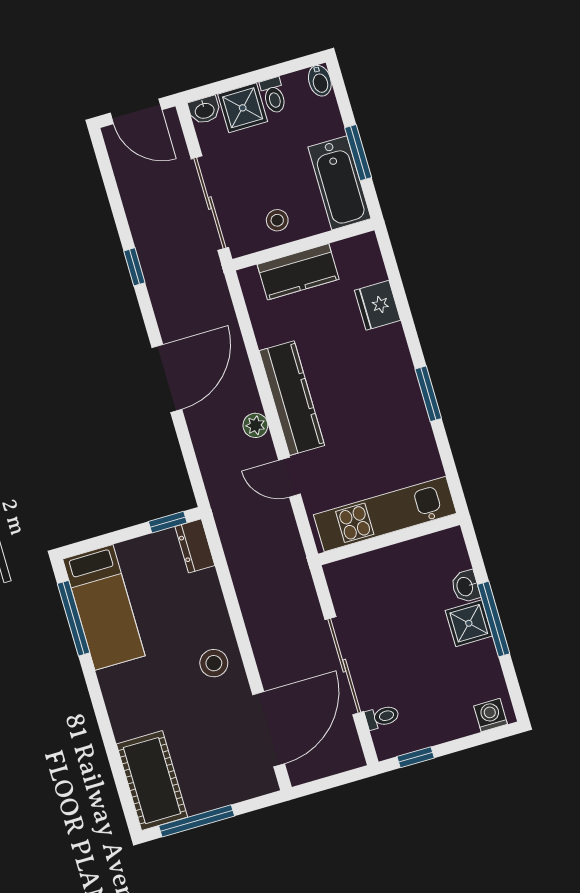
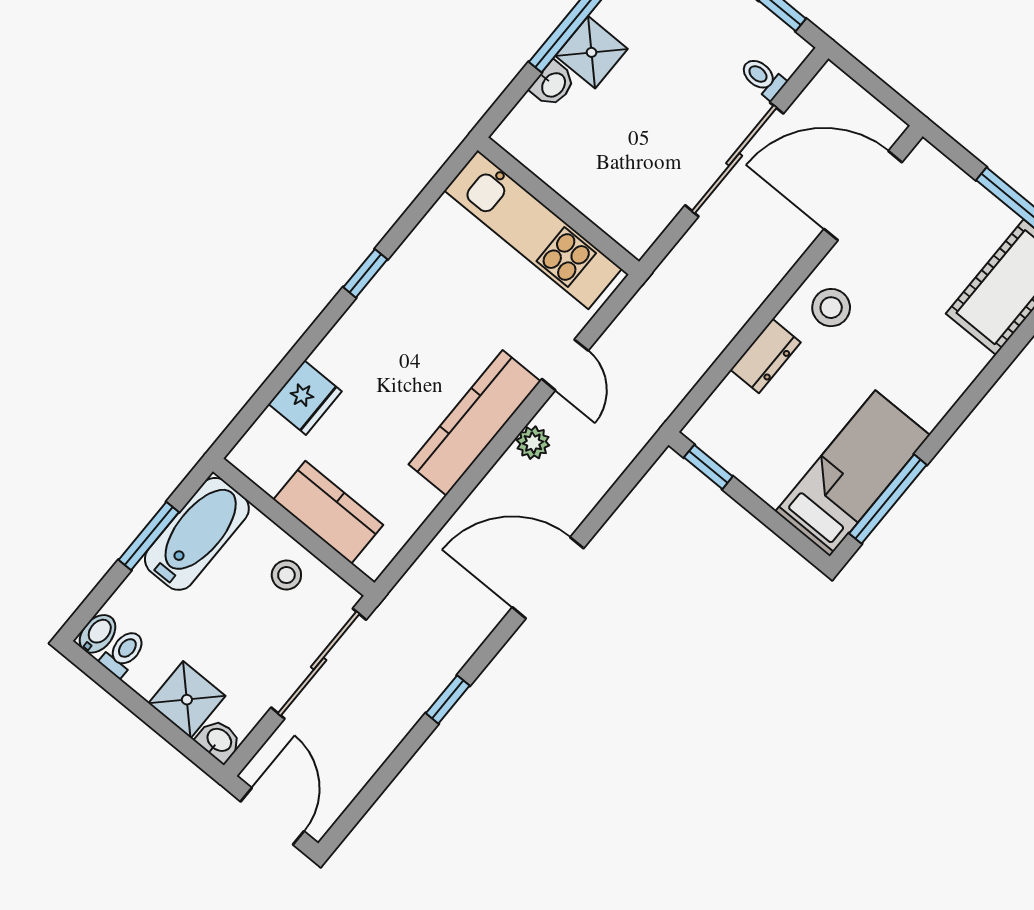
toilet: (274, 95) -> (123, 653), moved
window: (428, 394) -> (365, 273), width x0.67
dresser: (195, 546) -> (766, 356), moved

